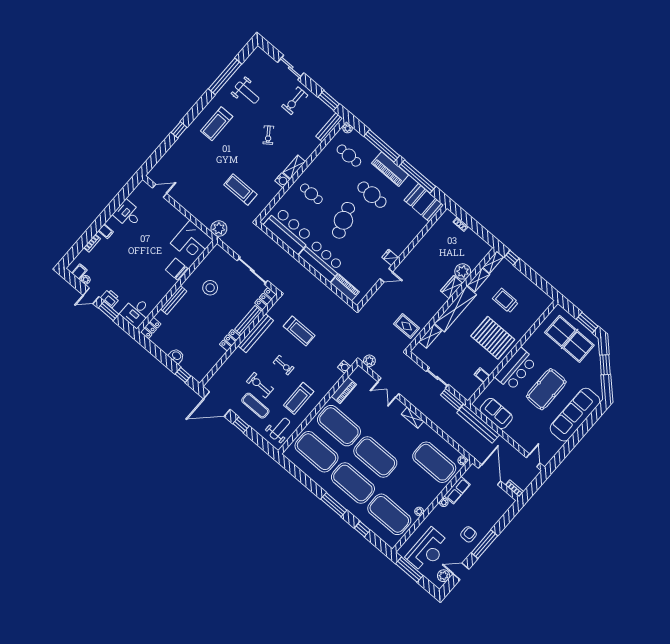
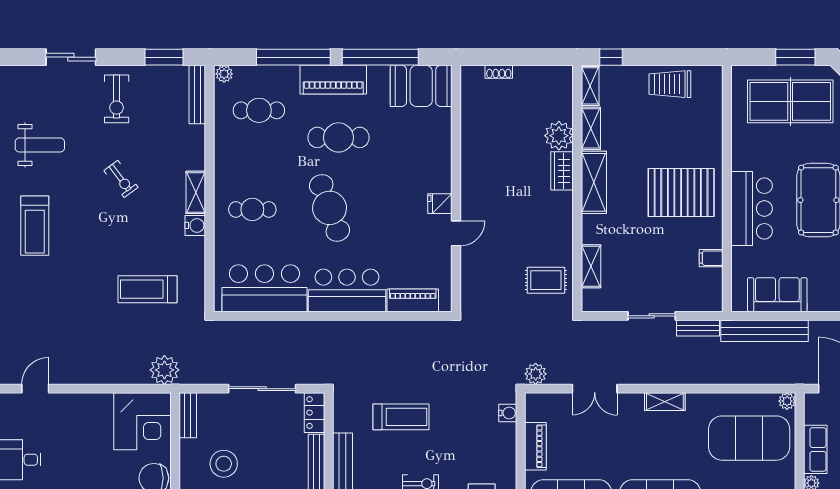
bench: (212, 255) -> (188, 415), added
trolley: (505, 301) -> (670, 84), moved
shelving: (455, 309) -> (594, 182), width x0.68

